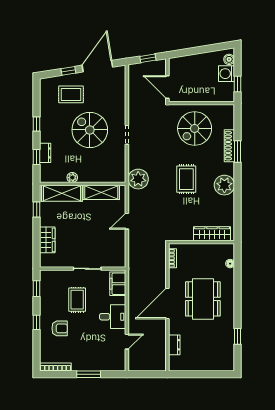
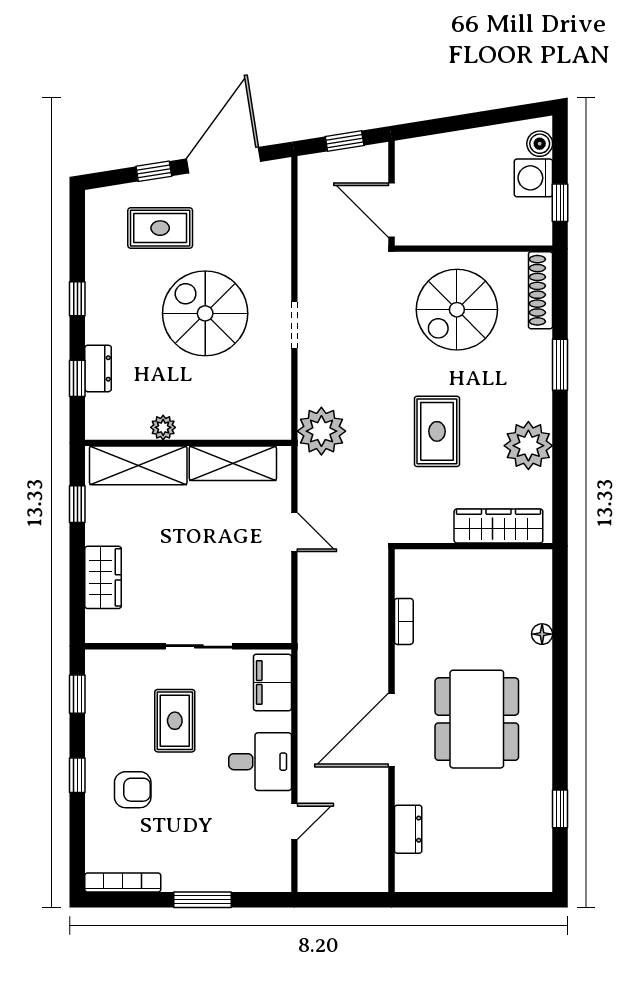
shoe rack: (229, 146) -> (540, 290), moved
door: (127, 221) -> (294, 532), swing flipped
wardrobe: (212, 234) -> (498, 526), moved
wall: (202, 242) -> (474, 546), moved

